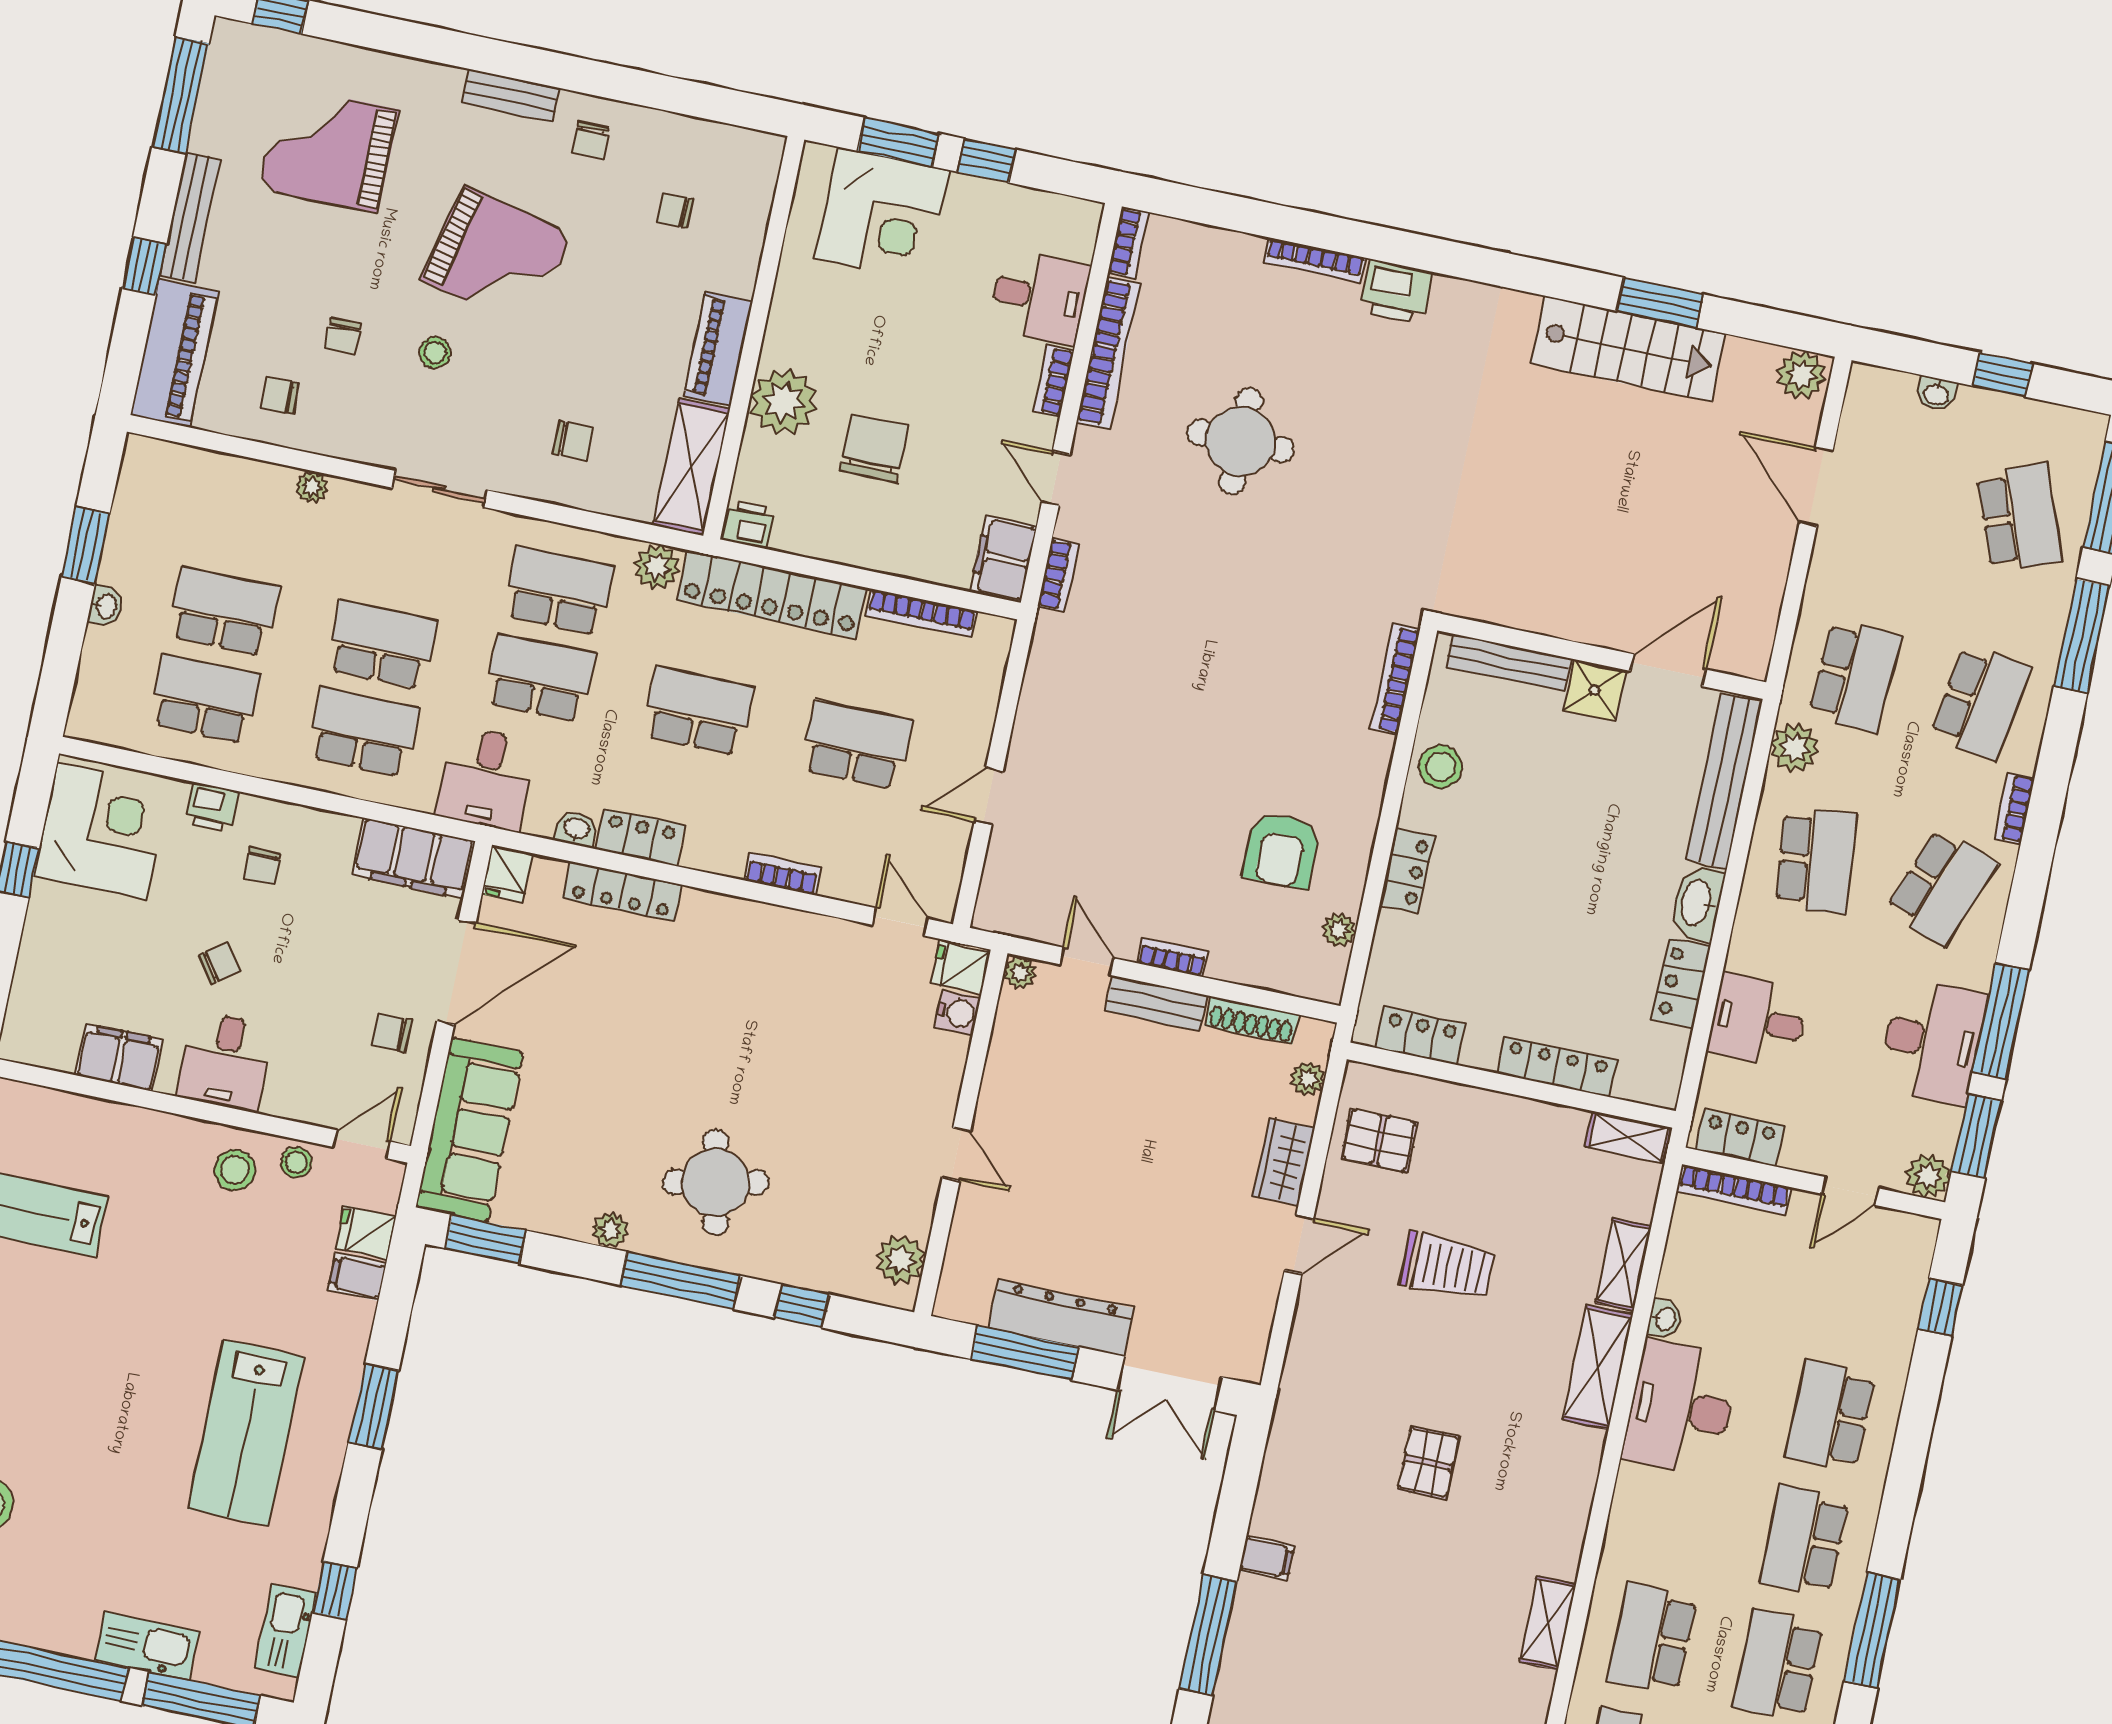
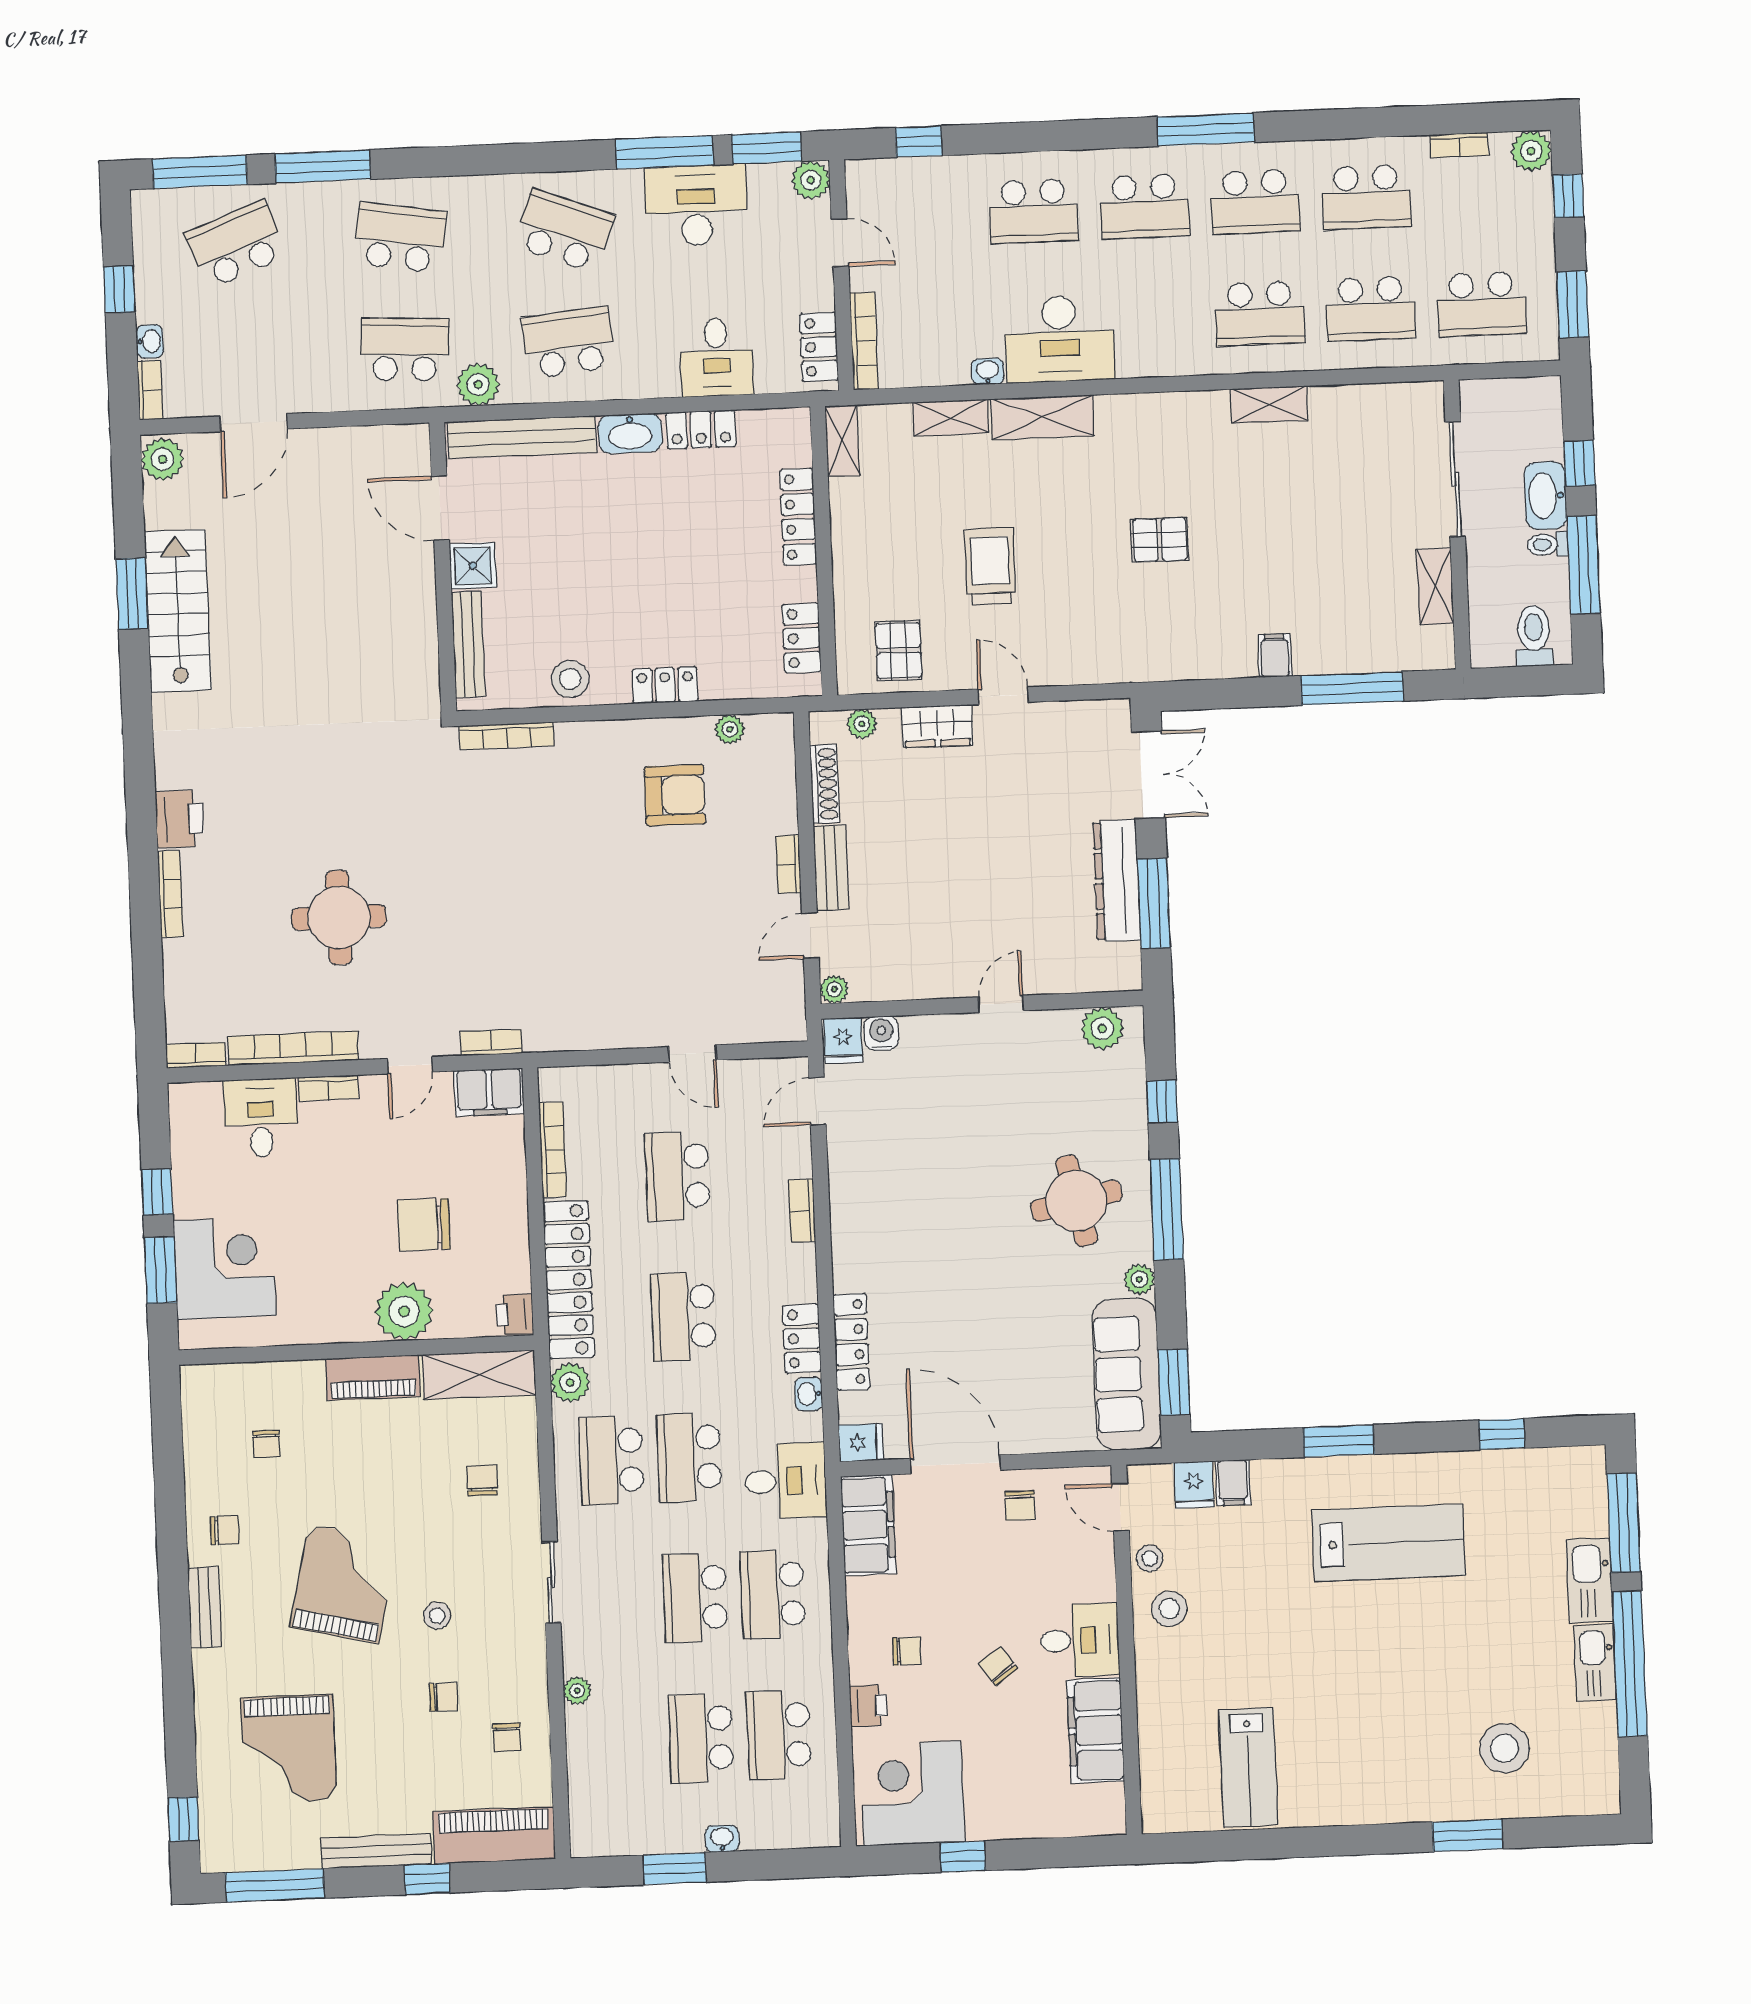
bookcase: (2015, 808) -> (150, 390), moved, turned -90
filing cabinet: (119, 1058) -> (1096, 1730), width x1.50, depth x1.17
sofa: (470, 1130) -> (1127, 1374), moved, turned -90
kitchen sink: (286, 1631) -> (1595, 1663), moved, turned 90

